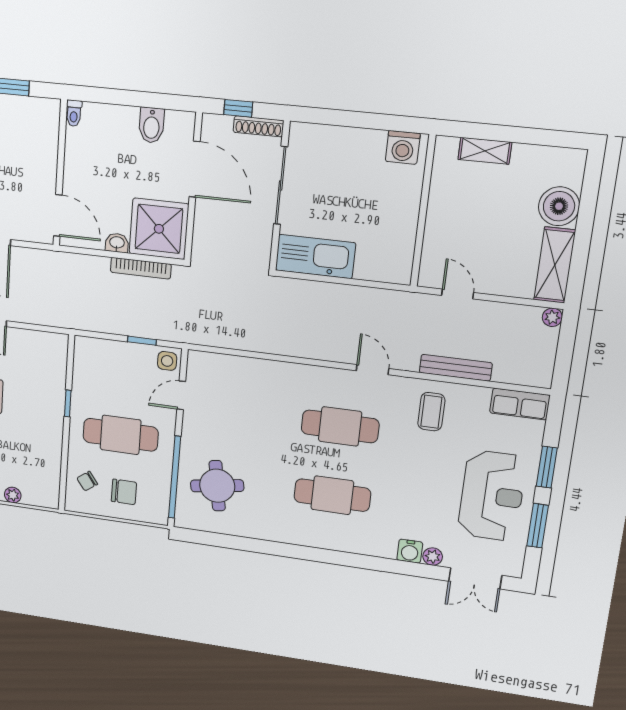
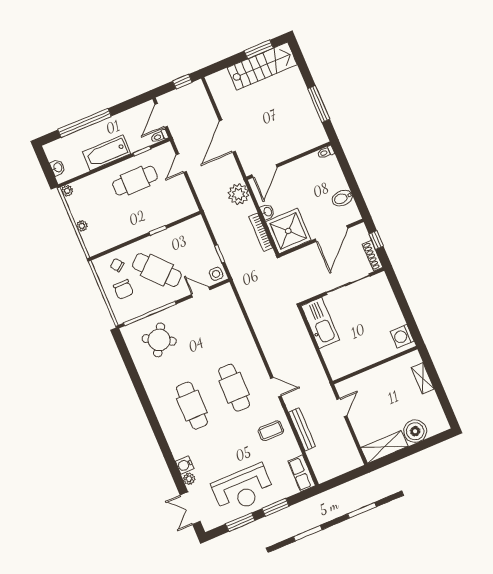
plant: (552, 317) -> (238, 194), moved, width x1.88, depth x1.88
door: (373, 370) -> (276, 387), hinge flipped
cafe table: (121, 435) -> (157, 270), turned -42
round table: (217, 486) -> (159, 340), turned 38

